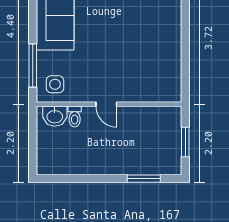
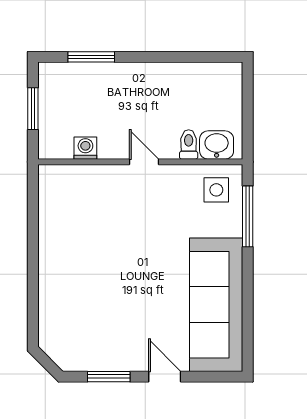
washing machine: (148, 114) -> (85, 148), added

